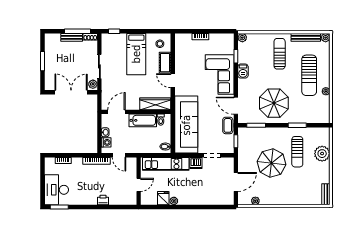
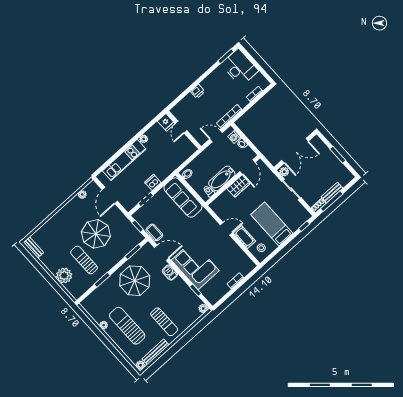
barbecue: (243, 71) -> (170, 273), moved
wardrobe: (155, 104) -> (238, 186), moved, width x0.67
sofa: (186, 125) -> (183, 197), width x0.74, depth x0.79
kitchen unit: (166, 164) -> (124, 160), moved, turned 180
fridge: (163, 198) -> (166, 122), moved

